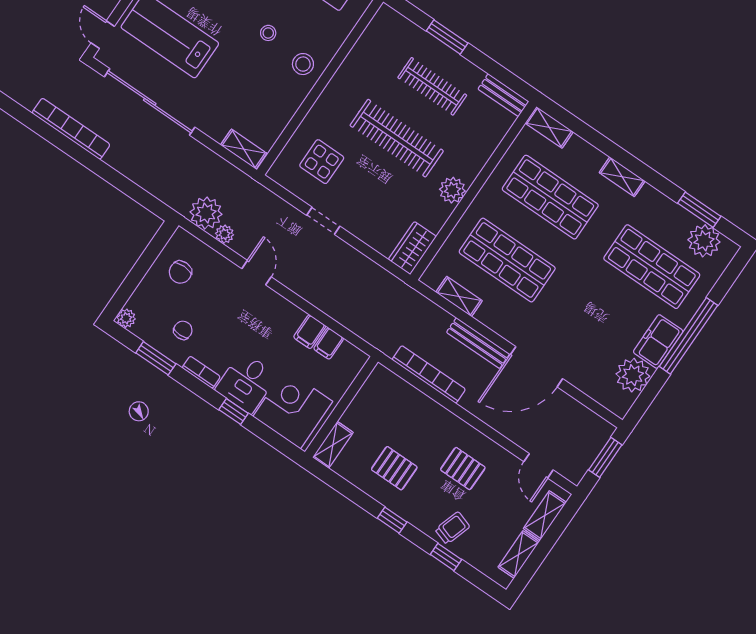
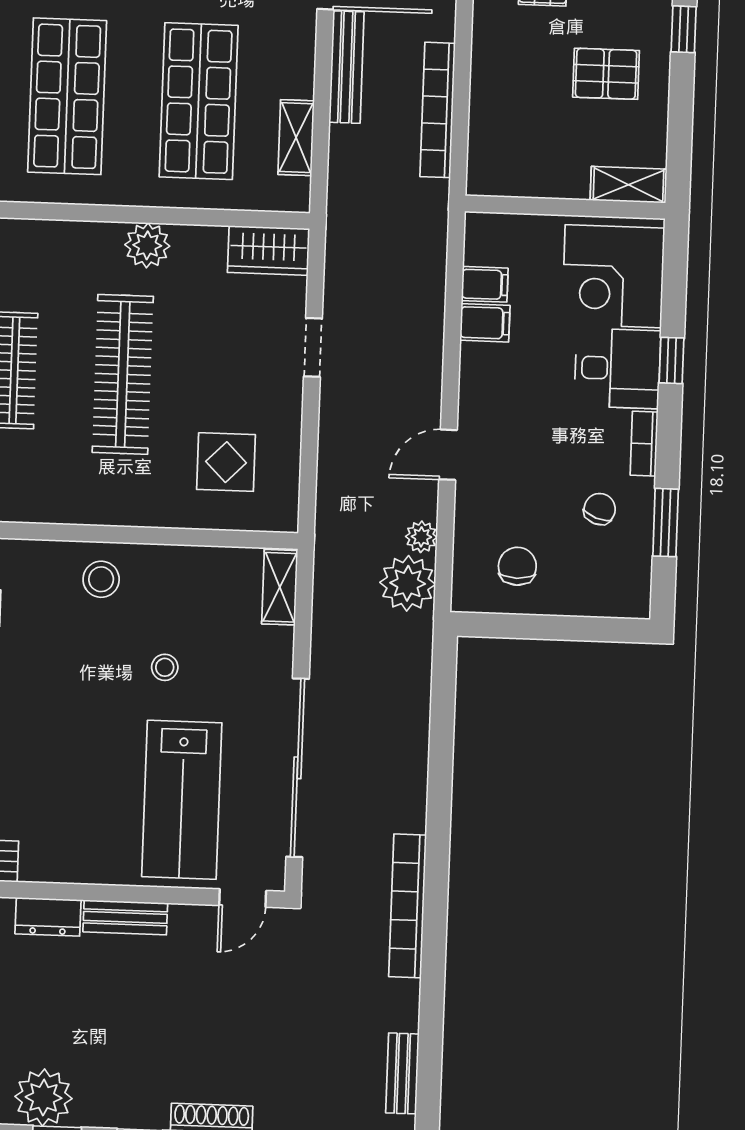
stool: (268, 33) -> (165, 667), moved
bookcase: (71, 129) -> (407, 906), moved
doorway: (323, 221) -> (313, 347), moved
chair: (180, 272) -> (517, 566), turned -90
plant: (126, 318) -> (634, 603), removed
chair: (183, 330) -> (600, 509), turned 110
pallet: (394, 468) -> (606, 74), turned 90

